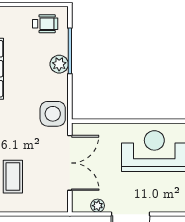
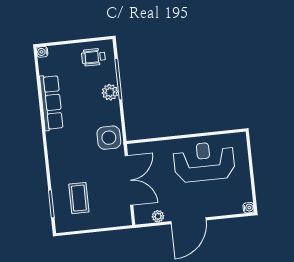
wheelchair: (45, 24) -> (93, 57), turned 180

